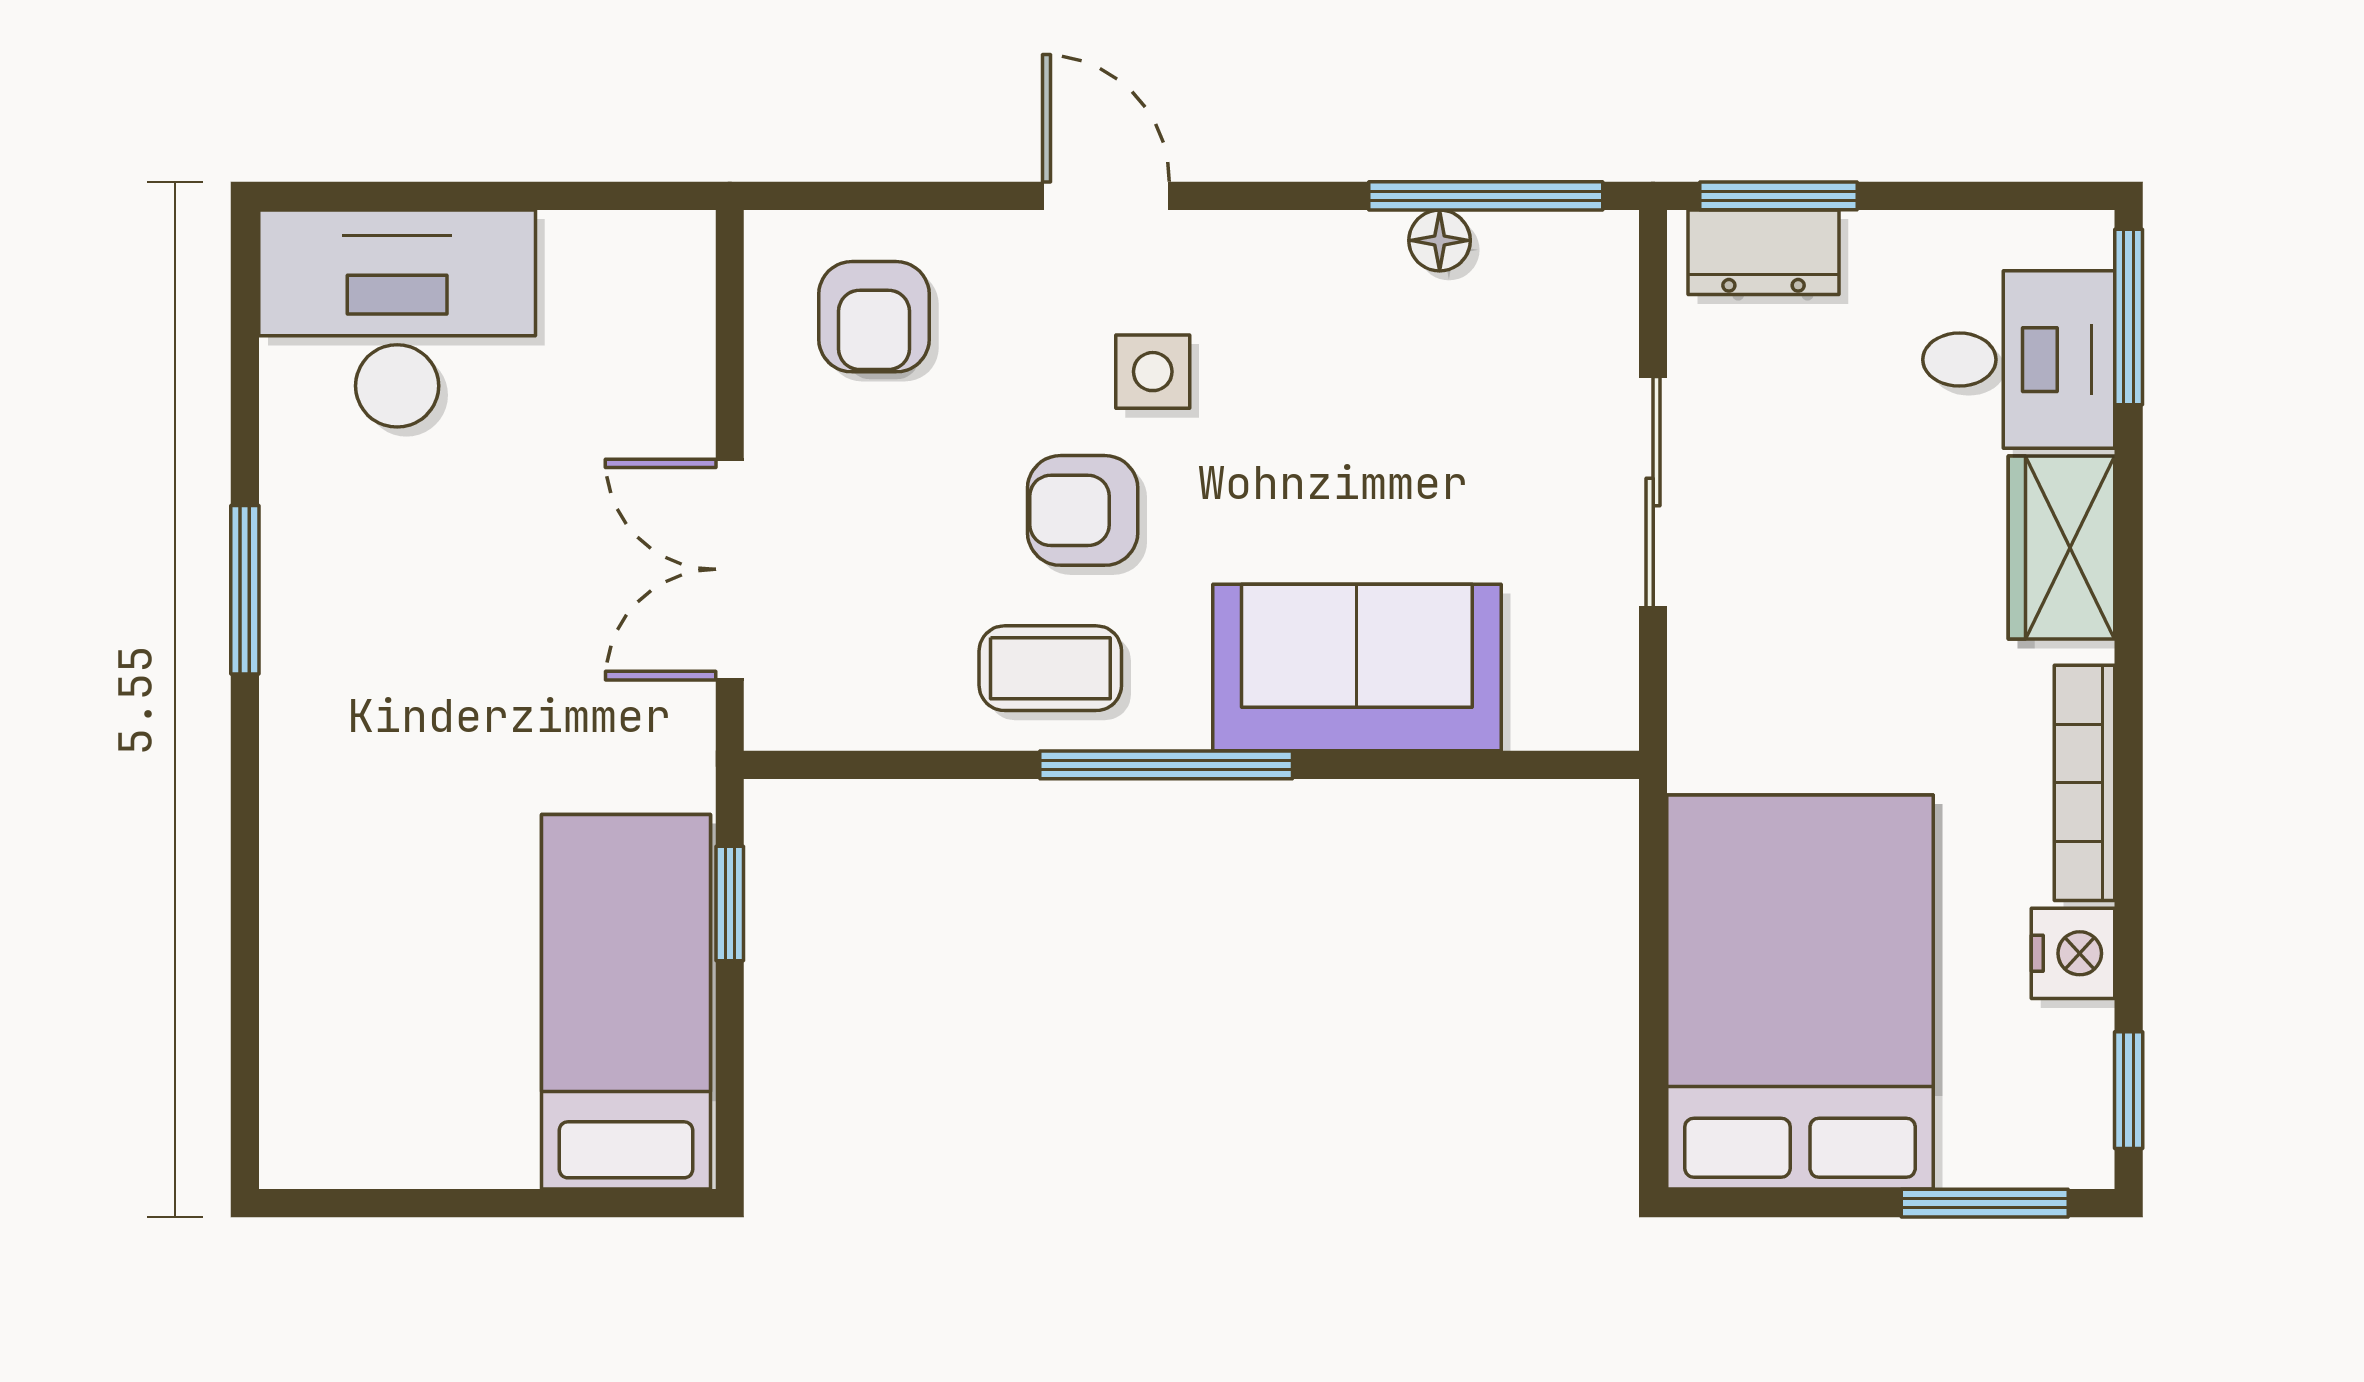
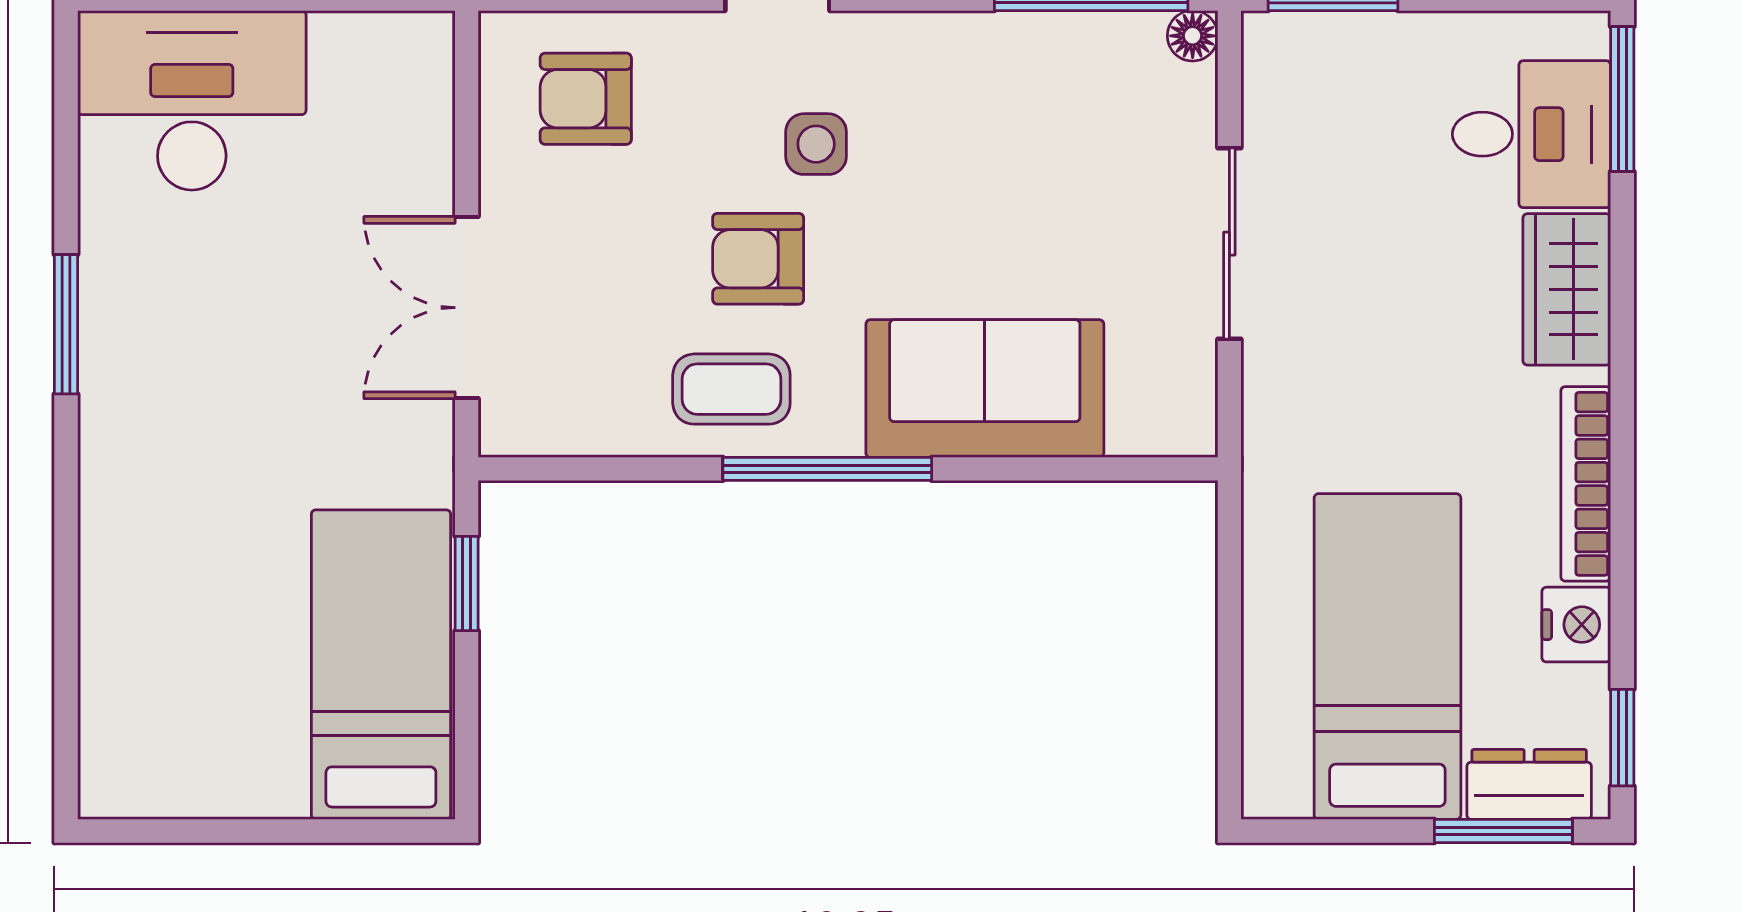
floor lamp: (1440, 240) -> (1193, 36), moved
dresser: (1764, 252) -> (1529, 784), moved, turned 180
armchair: (874, 317) -> (586, 99), turned 90
bed: (1800, 992) -> (1387, 657), width x0.67

